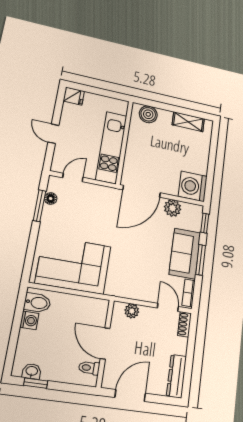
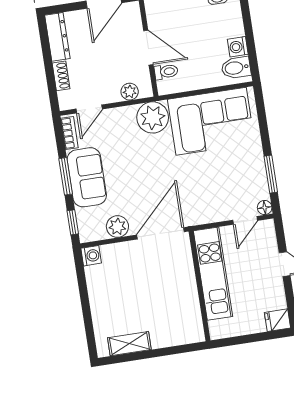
boiler: (148, 114) -> (182, 333), removed
washing machine: (193, 186) -> (91, 256), width x0.53, depth x0.53
floor lamp: (51, 199) -> (265, 208), moved
plant: (120, 284) -> (153, 117), added
door: (168, 307) -> (89, 109), hinge flipped
shoe rack: (184, 324) -> (61, 76), moved
toilet: (89, 368) -> (166, 72), moved

